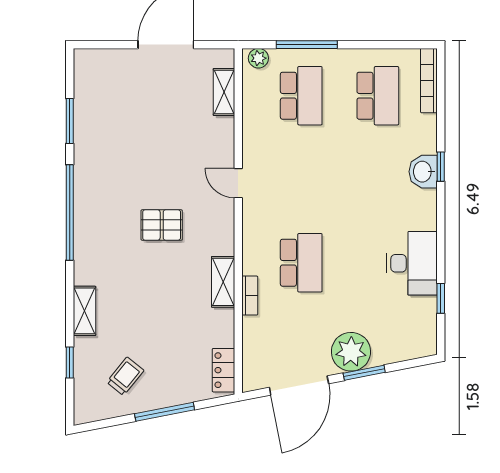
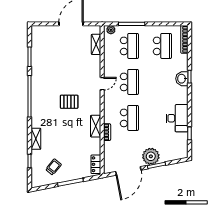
school desk: (301, 179) -> (129, 82), added
door: (238, 183) -> (102, 84), swing flipped

